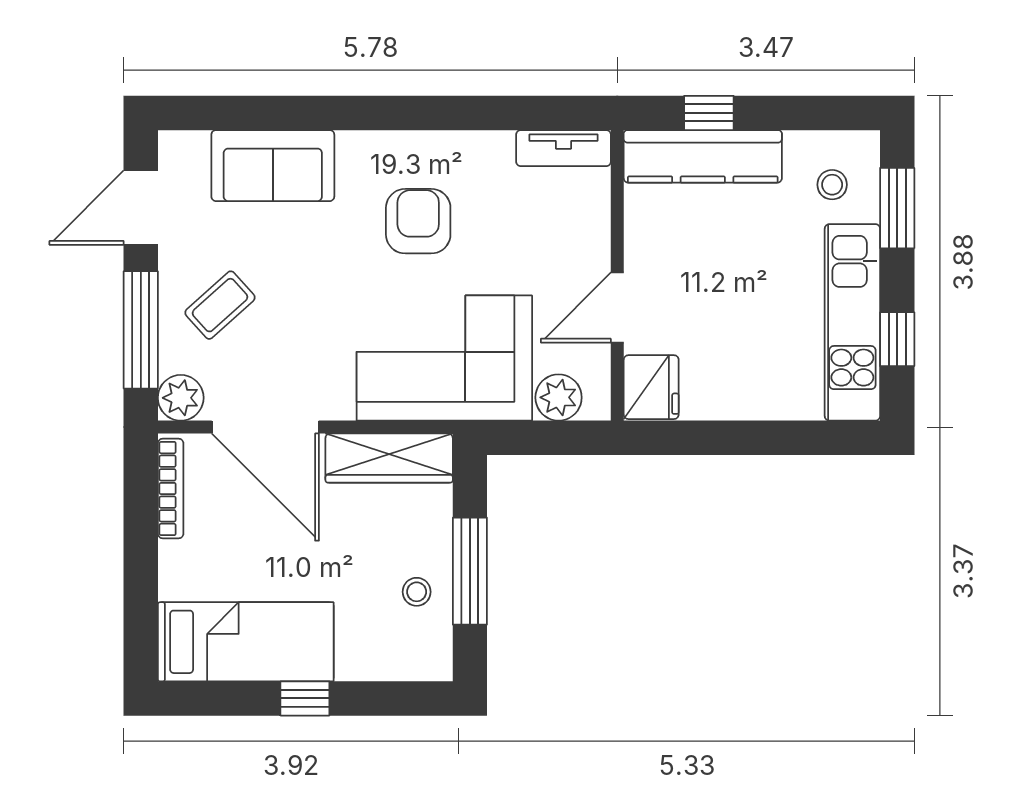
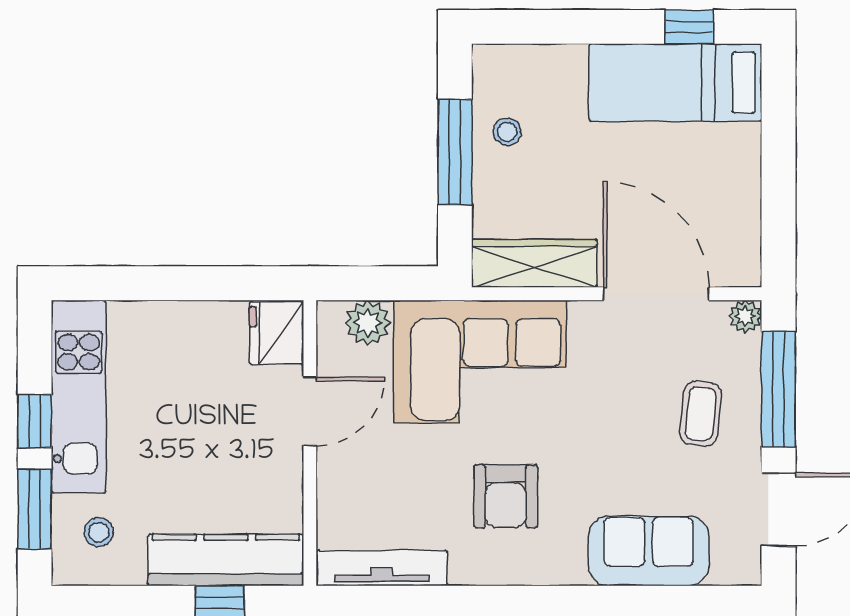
tv unit: (564, 148) -> (382, 568), width x1.41
coffee table: (220, 305) -> (701, 414), turned -42
window: (897, 339) -> (35, 421), moved
plant: (181, 398) -> (745, 316), width x0.73, depth x0.73
bookcase: (171, 489) -> (749, 233), removed
window: (305, 698) -> (689, 27), moved

